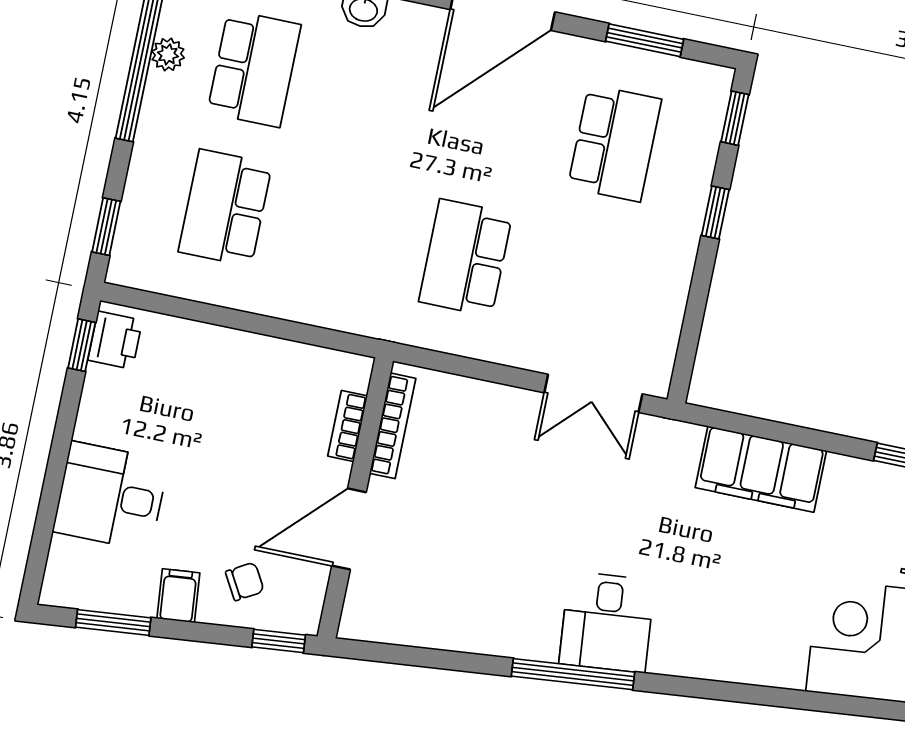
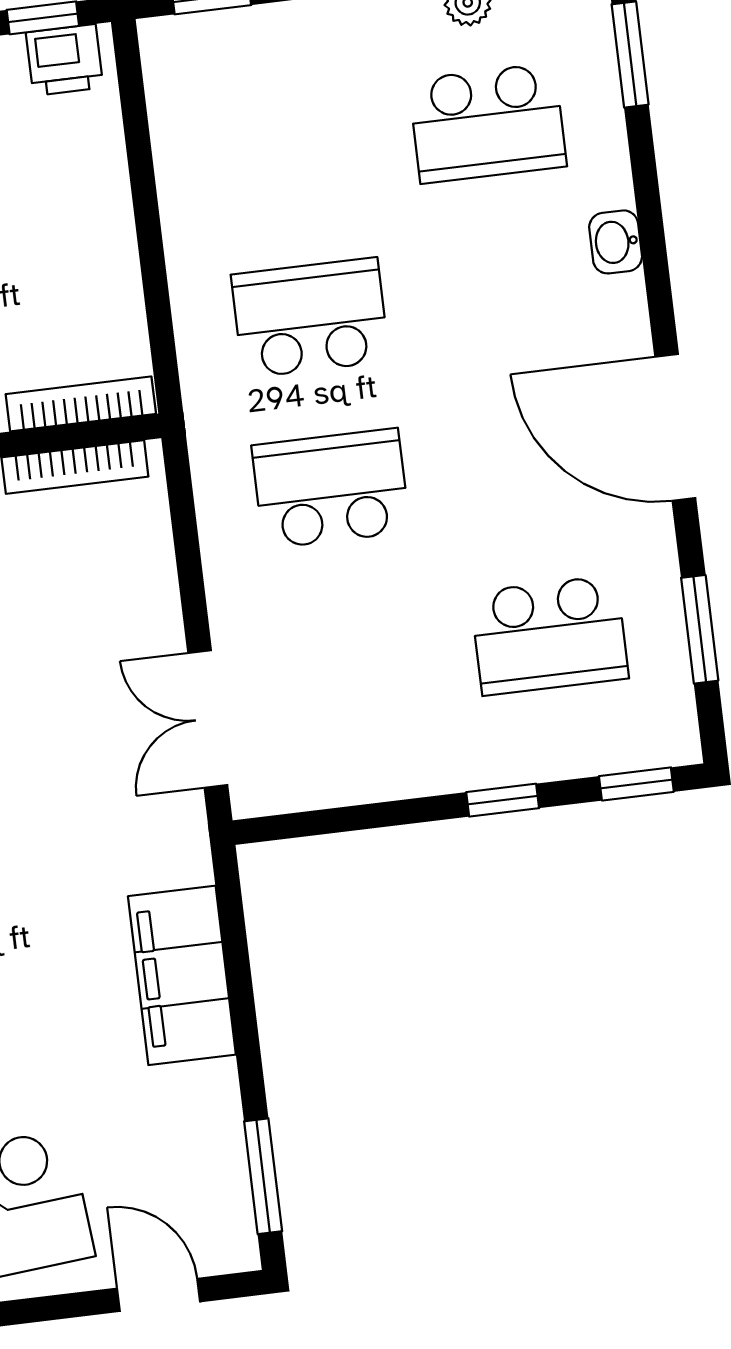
school desk: (225, 208) -> (310, 318), moved
bookcase: (348, 426) -> (81, 404), width x1.56

